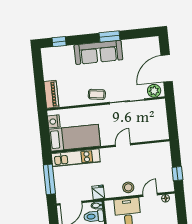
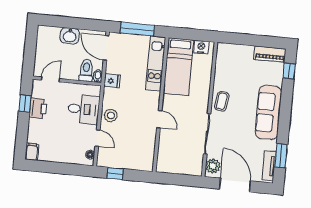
window: (110, 36) -> (281, 156), moved
tv unit: (144, 43) -> (269, 166), added
piano: (51, 94) -> (270, 54), moved

